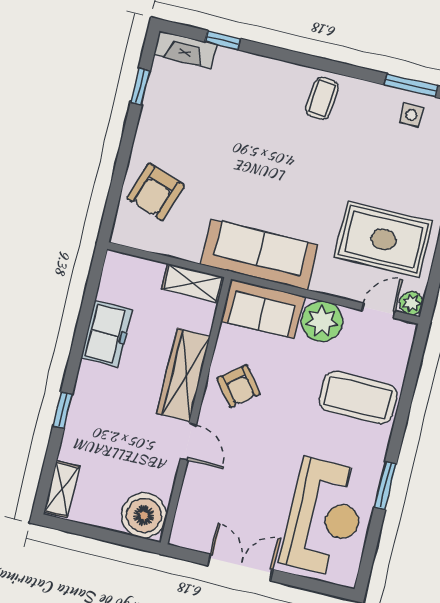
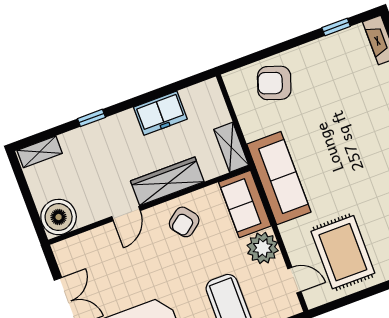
plant: (411, 303) -> (314, 298), removed

